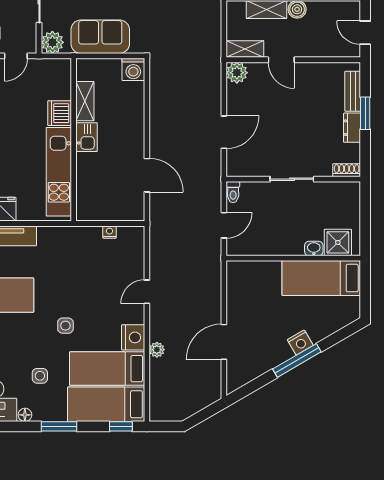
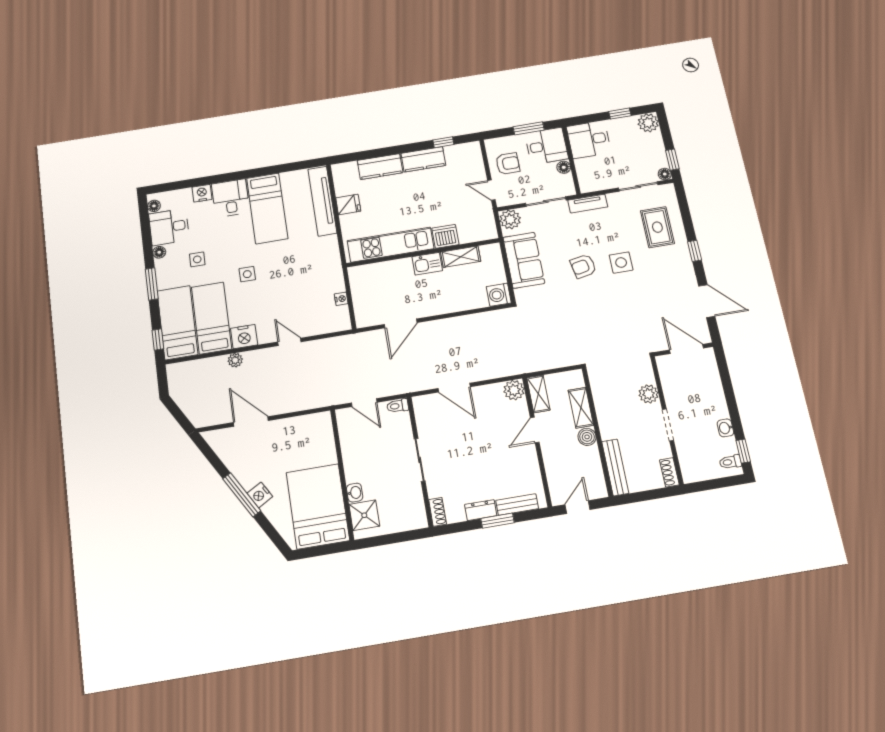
bed: (321, 278) -> (318, 506), width x1.50

